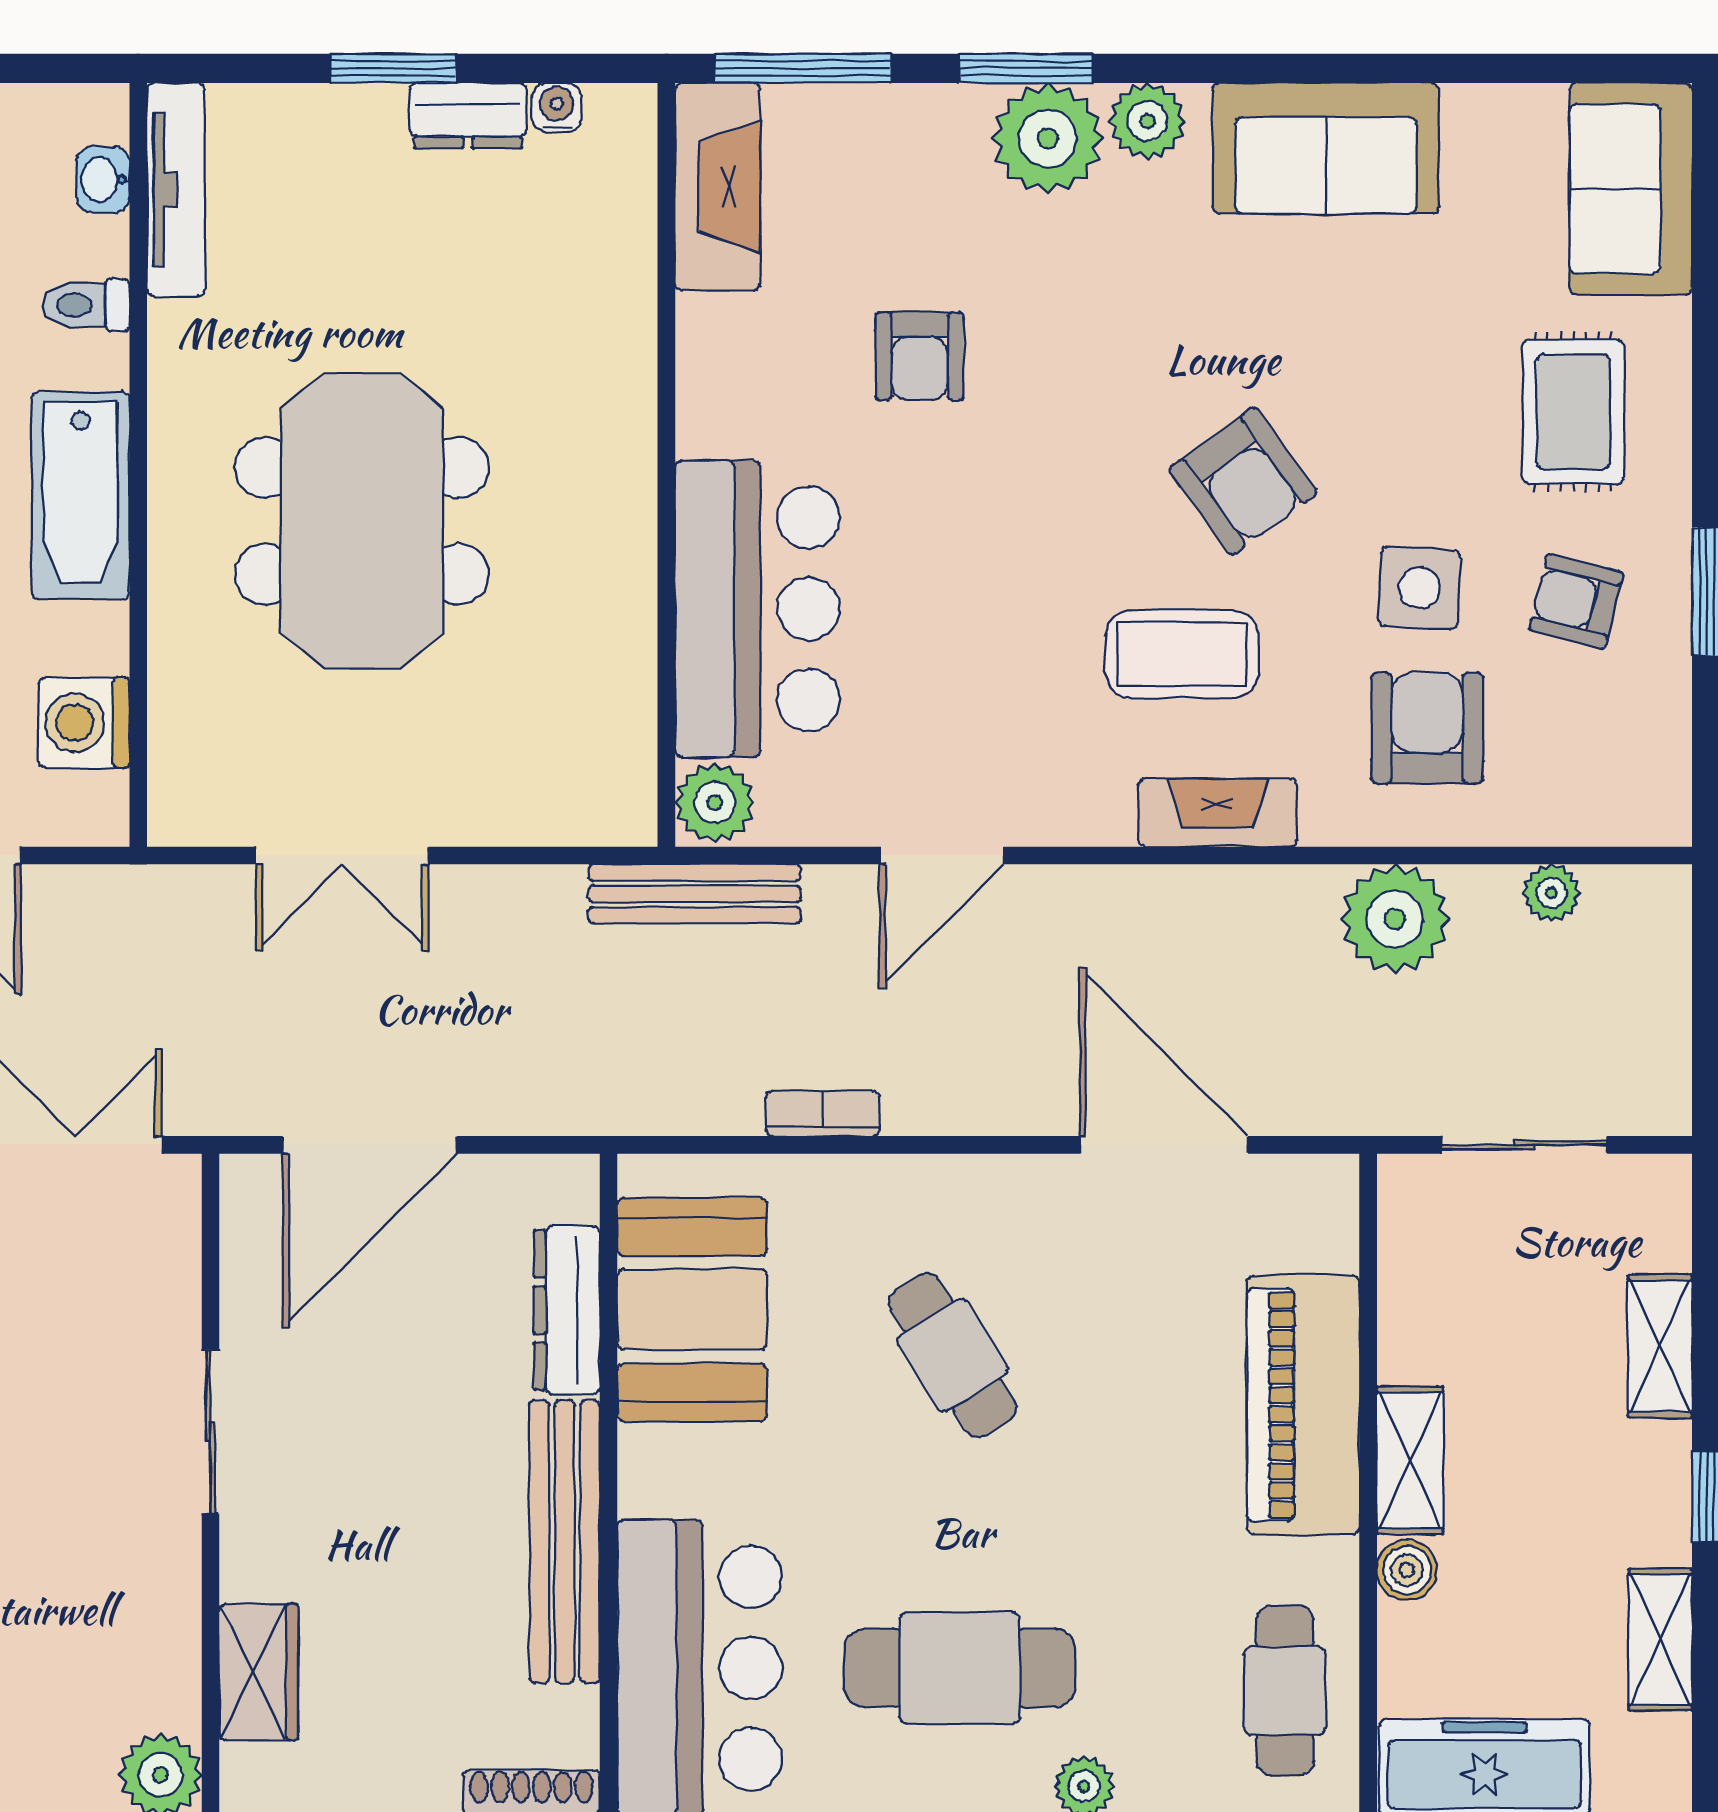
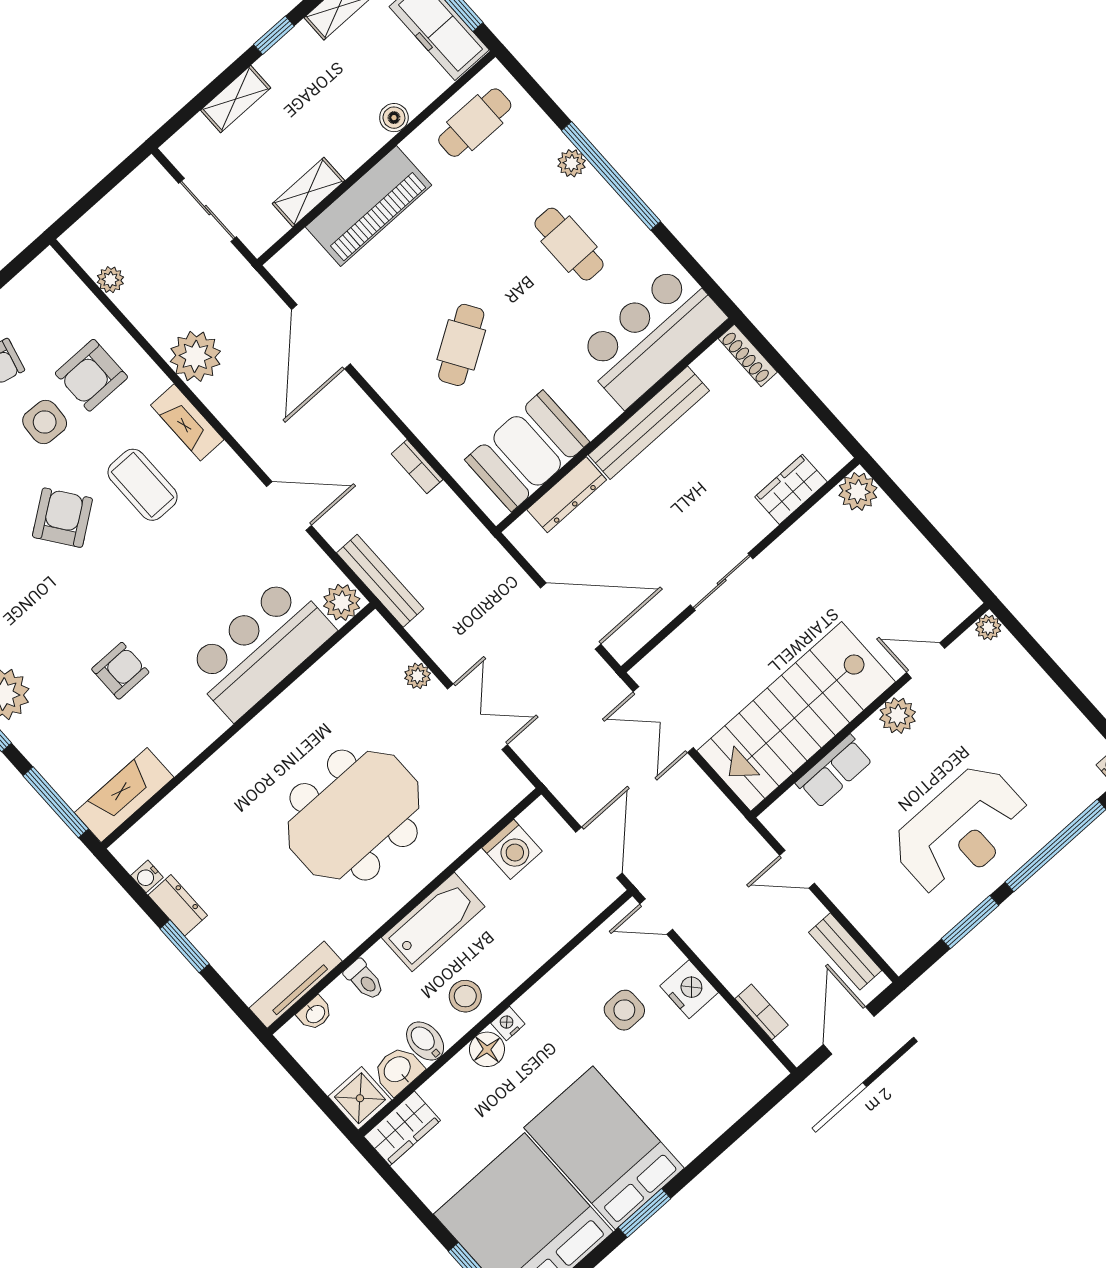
plant: (491, 819) -> (418, 676), added
plant: (1395, 919) -> (195, 356), moved
shelving: (1410, 1460) -> (308, 192), moved
cafe table: (960, 1668) -> (569, 244), width x0.73, depth x0.74

